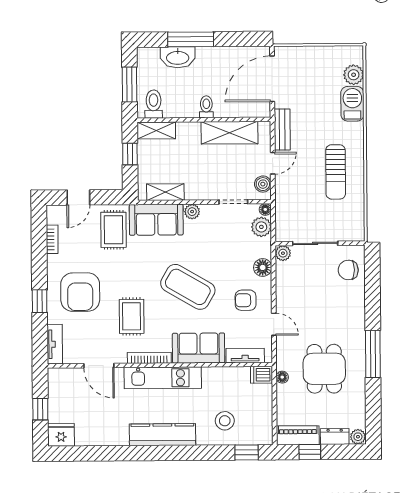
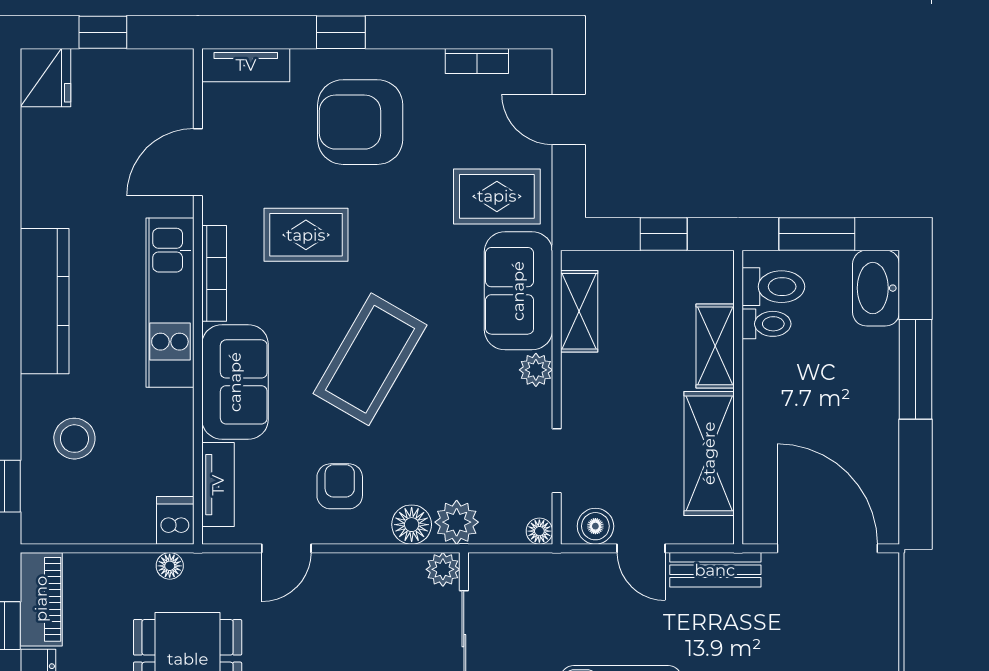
washbasin: (178, 57) -> (876, 288), moved
toilet: (206, 107) -> (766, 324), moved
shelving: (156, 130) -> (715, 346), moved
plant: (261, 227) -> (457, 522), moved

